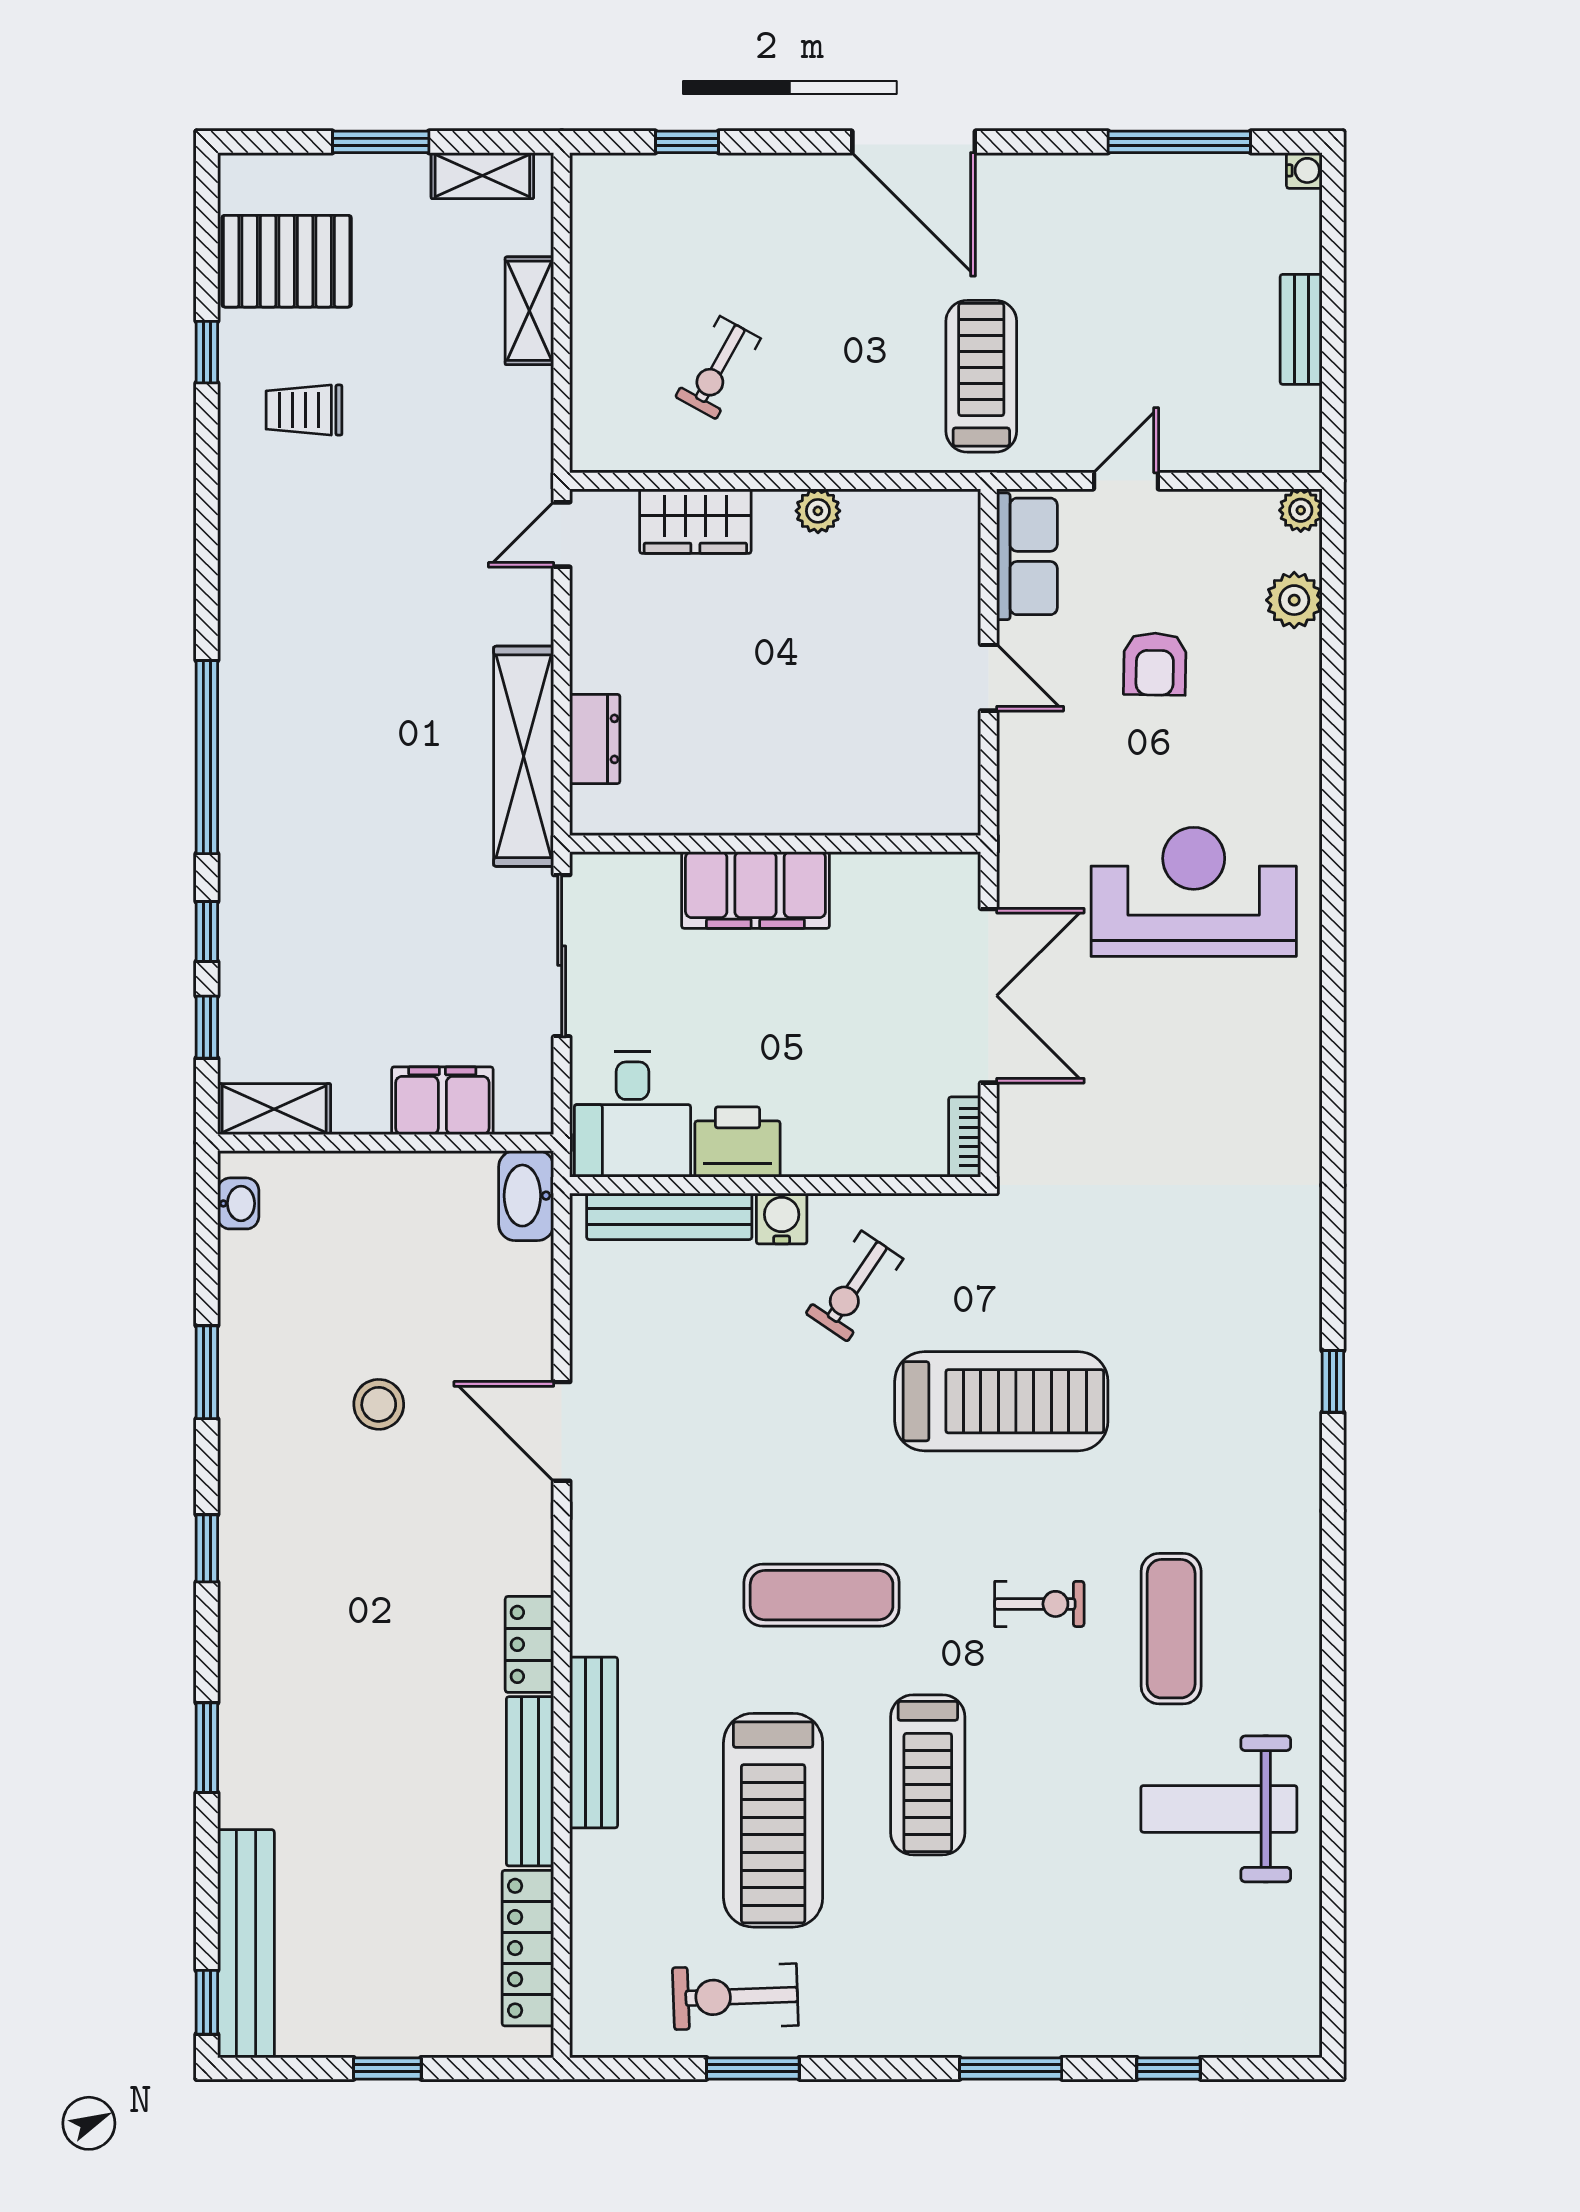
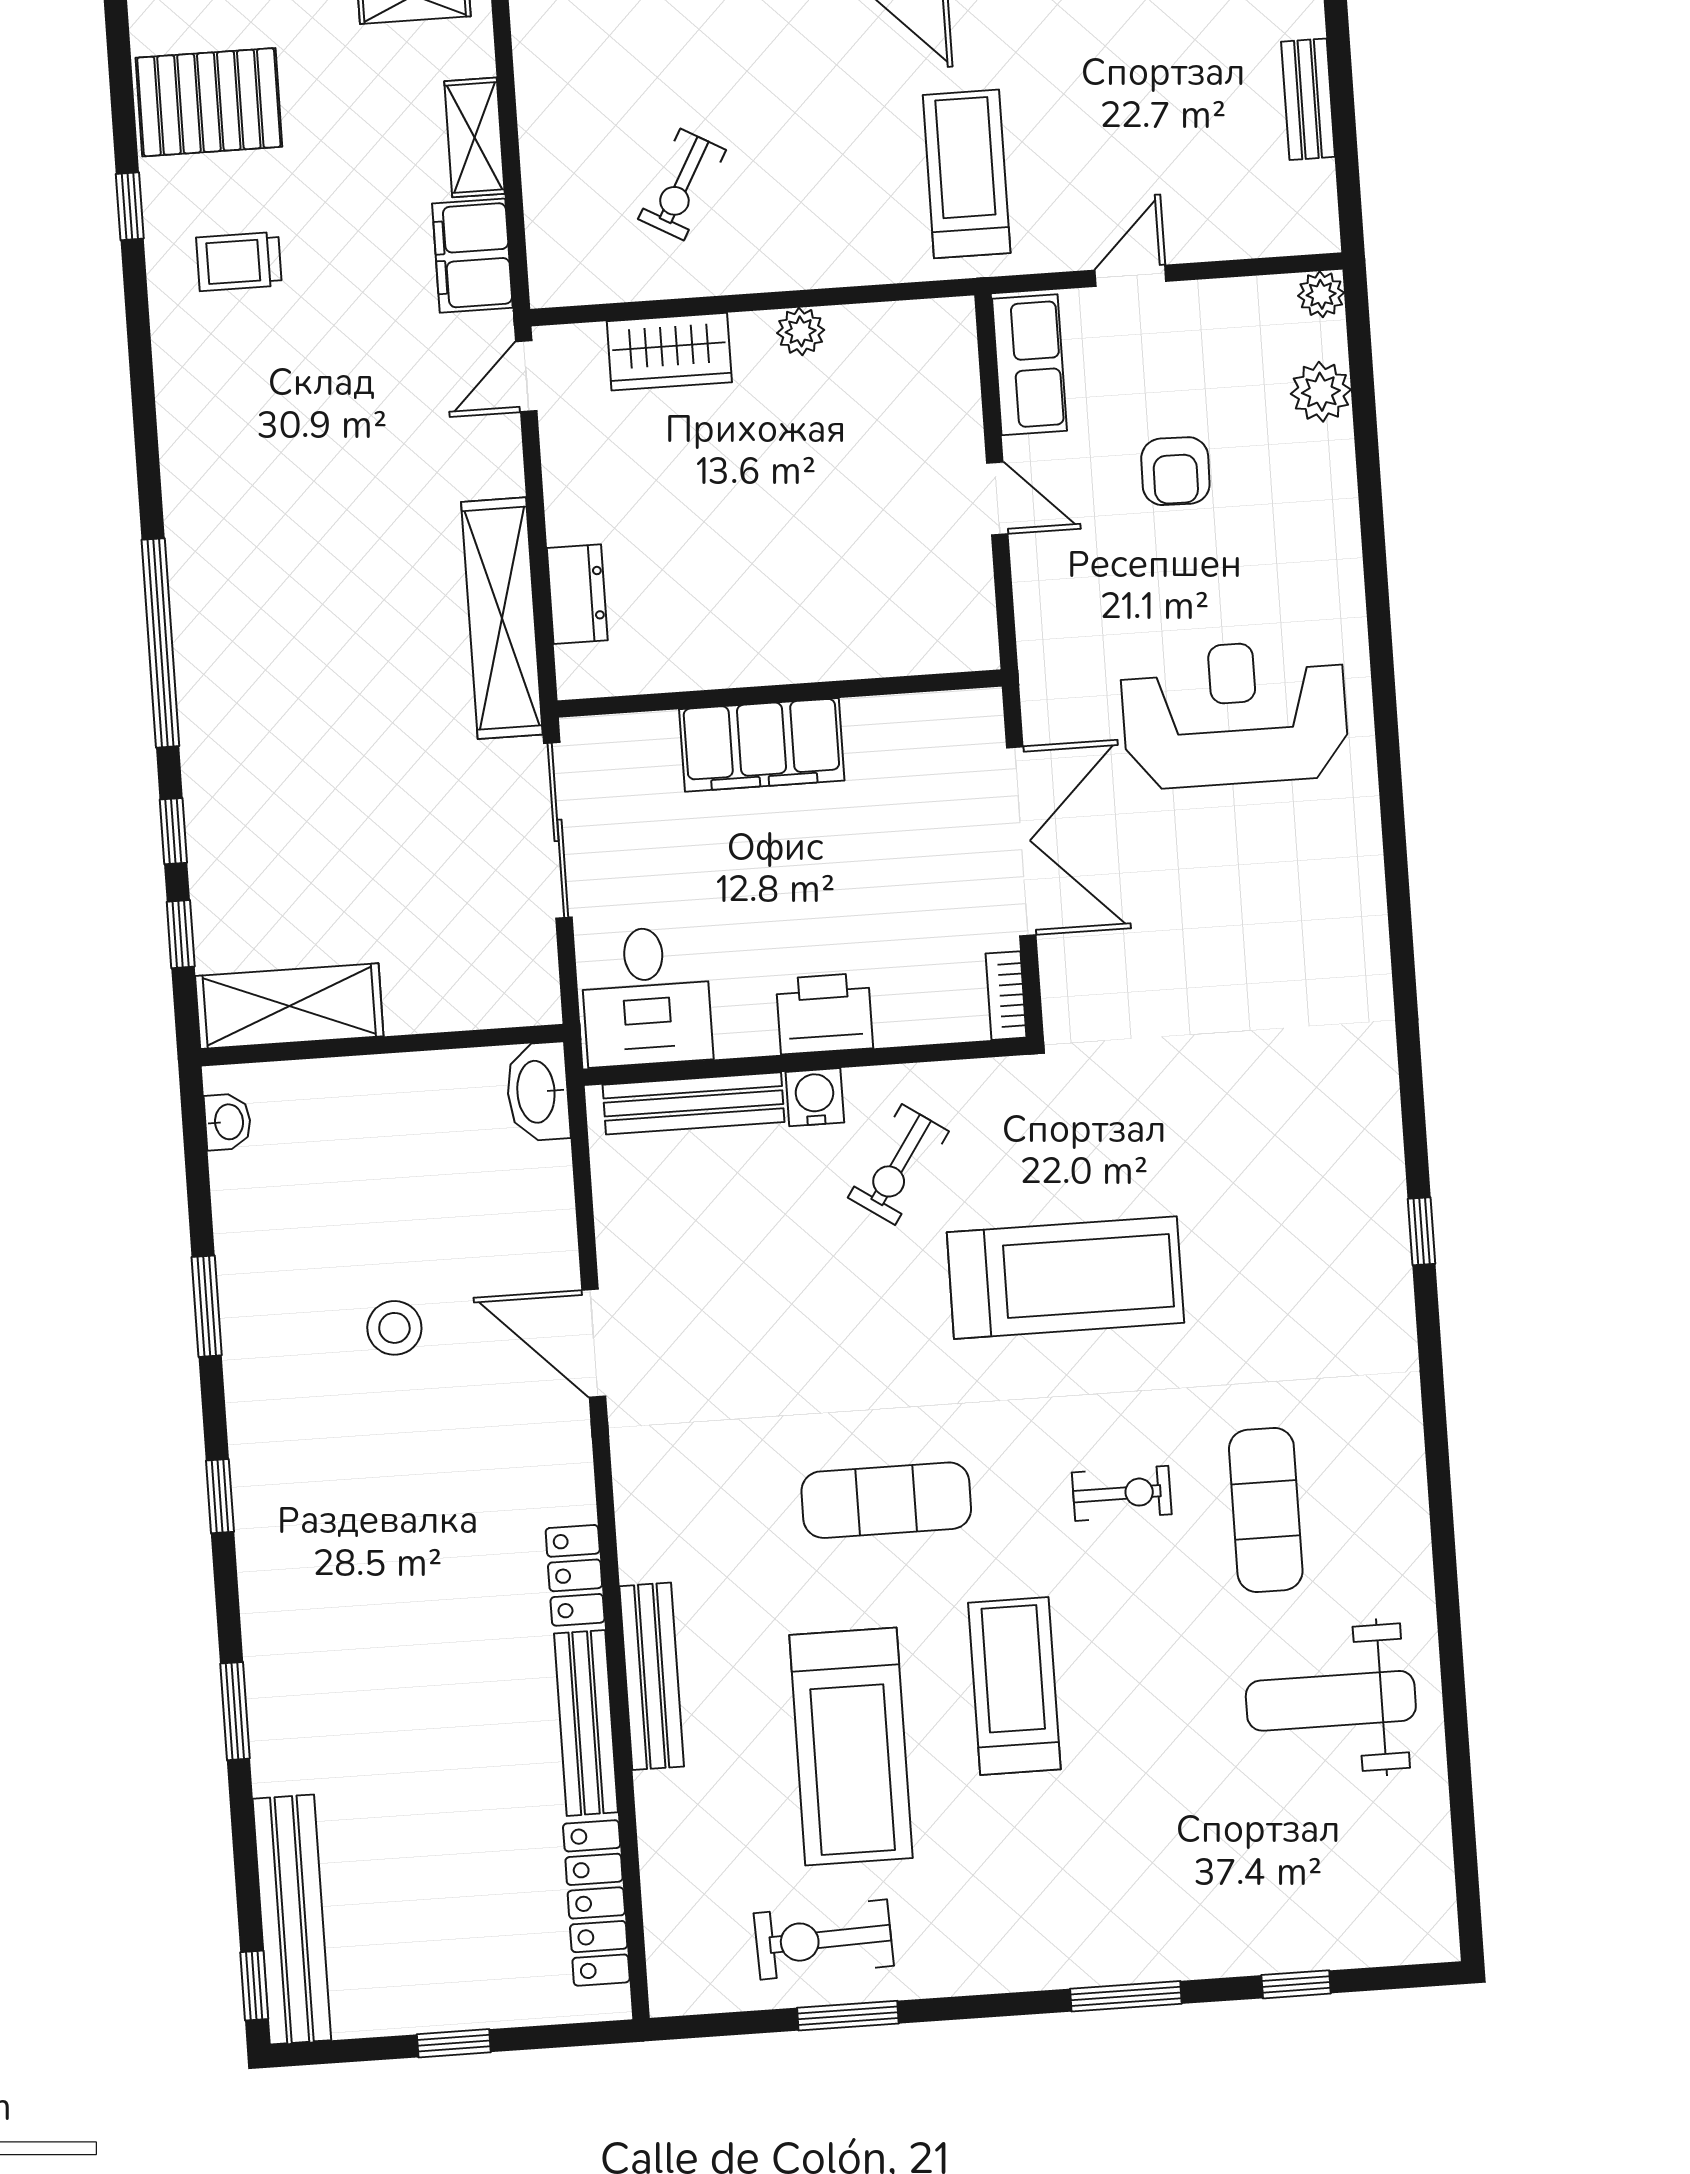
filing cabinet: (442, 1101) -> (472, 256), moved, turned -90
shelving: (274, 1109) -> (289, 1006), width x1.50, depth x1.33
printer: (737, 1142) -> (824, 1014), moved
treadmill: (928, 1775) -> (1014, 1686), turned 180

